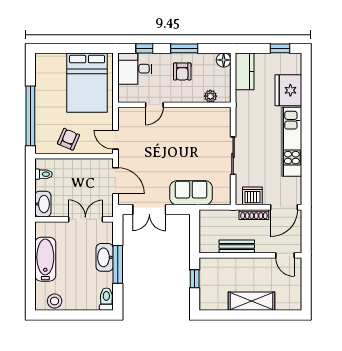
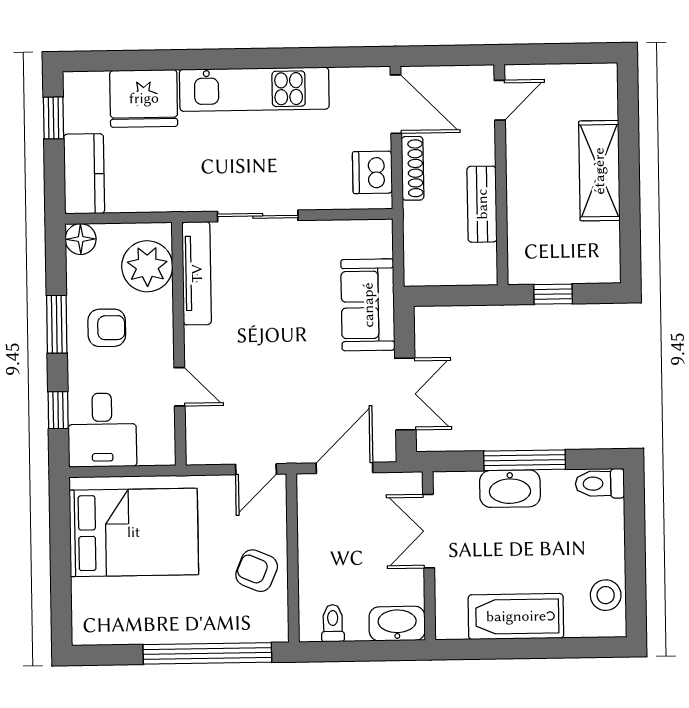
kitchen counter: (245, 71) -> (84, 174), moved, turned 90
plant: (210, 96) -> (147, 266), width x1.87, depth x1.87
tv unit: (207, 114) -> (197, 273), added
sliding door: (233, 156) -> (258, 216), moved

